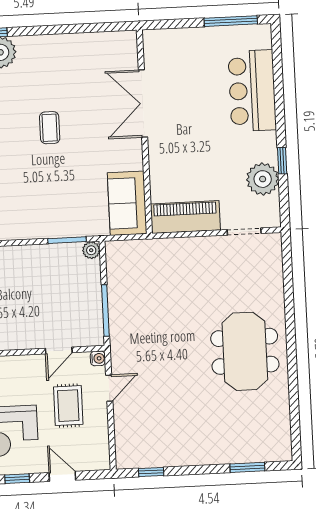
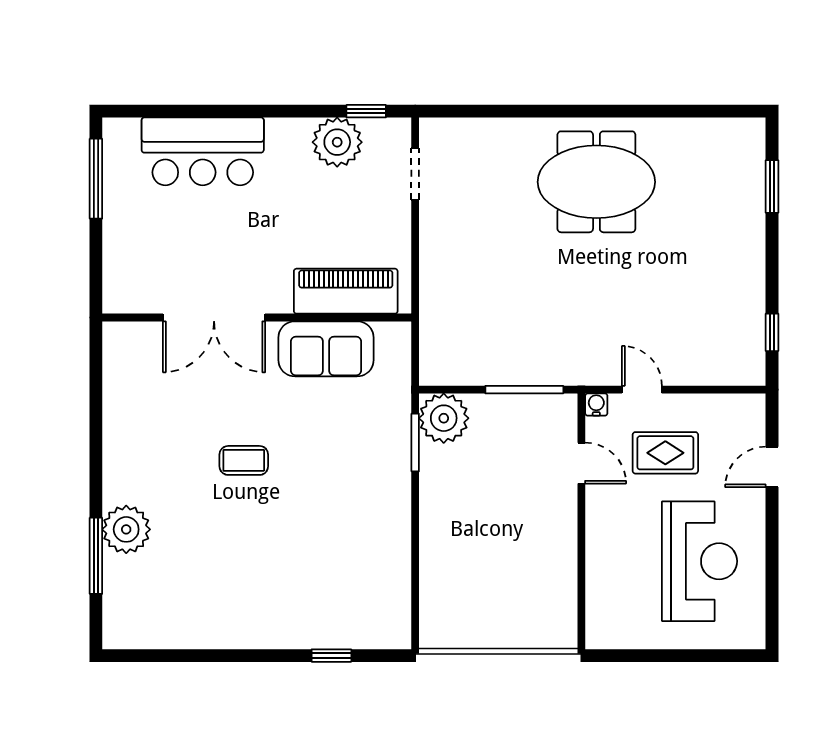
window: (282, 161) -> (366, 111), moved
sofa: (127, 203) -> (326, 349), moved
piano: (185, 217) -> (346, 291), moved, turned 90
plant: (91, 250) -> (444, 418), width x1.88, depth x1.88
window: (17, 479) -> (772, 536), removed

